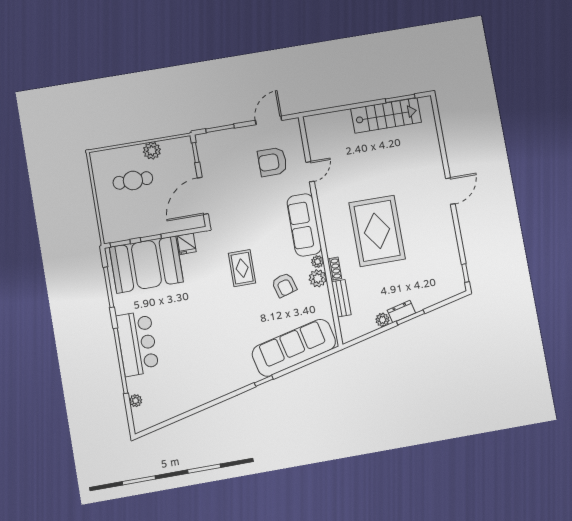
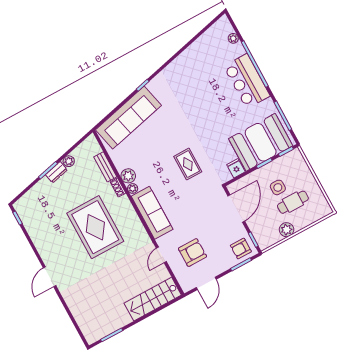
stairs: (386, 115) -> (153, 299), moved
side table: (145, 204) -> (278, 187), added
armchair: (284, 285) -> (241, 249), moved, turned -74

